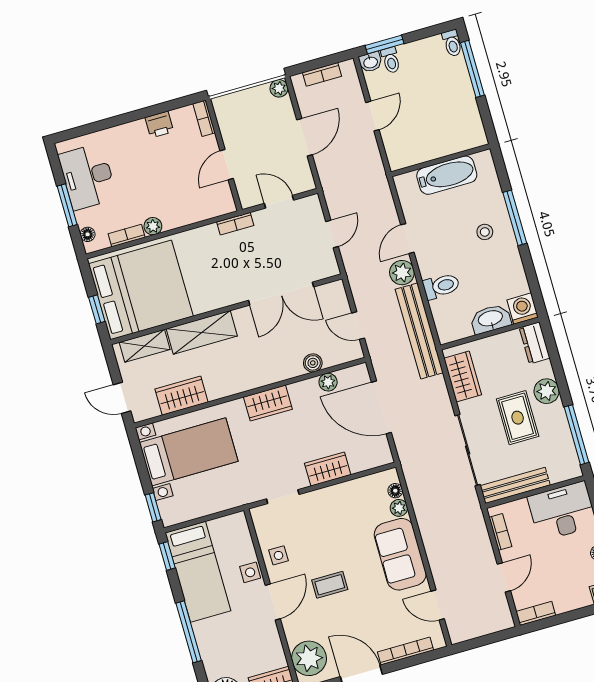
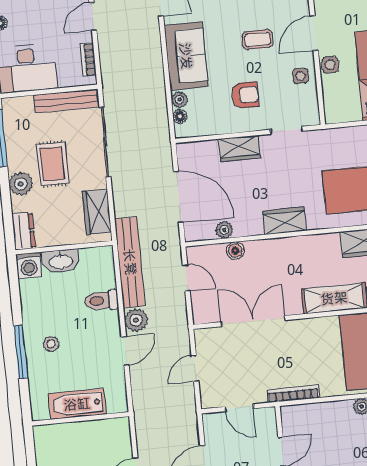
bookcase: (235, 224) -> (293, 394), width x1.56
armchair: (332, 525) -> (245, 95), added

